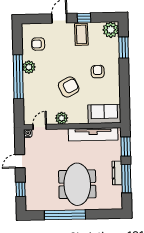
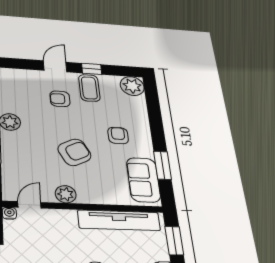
armchair: (38, 44) -> (60, 99), moved
window: (124, 47) -> (162, 165), moved
sofa: (104, 114) -> (143, 180), moved, turned -90

